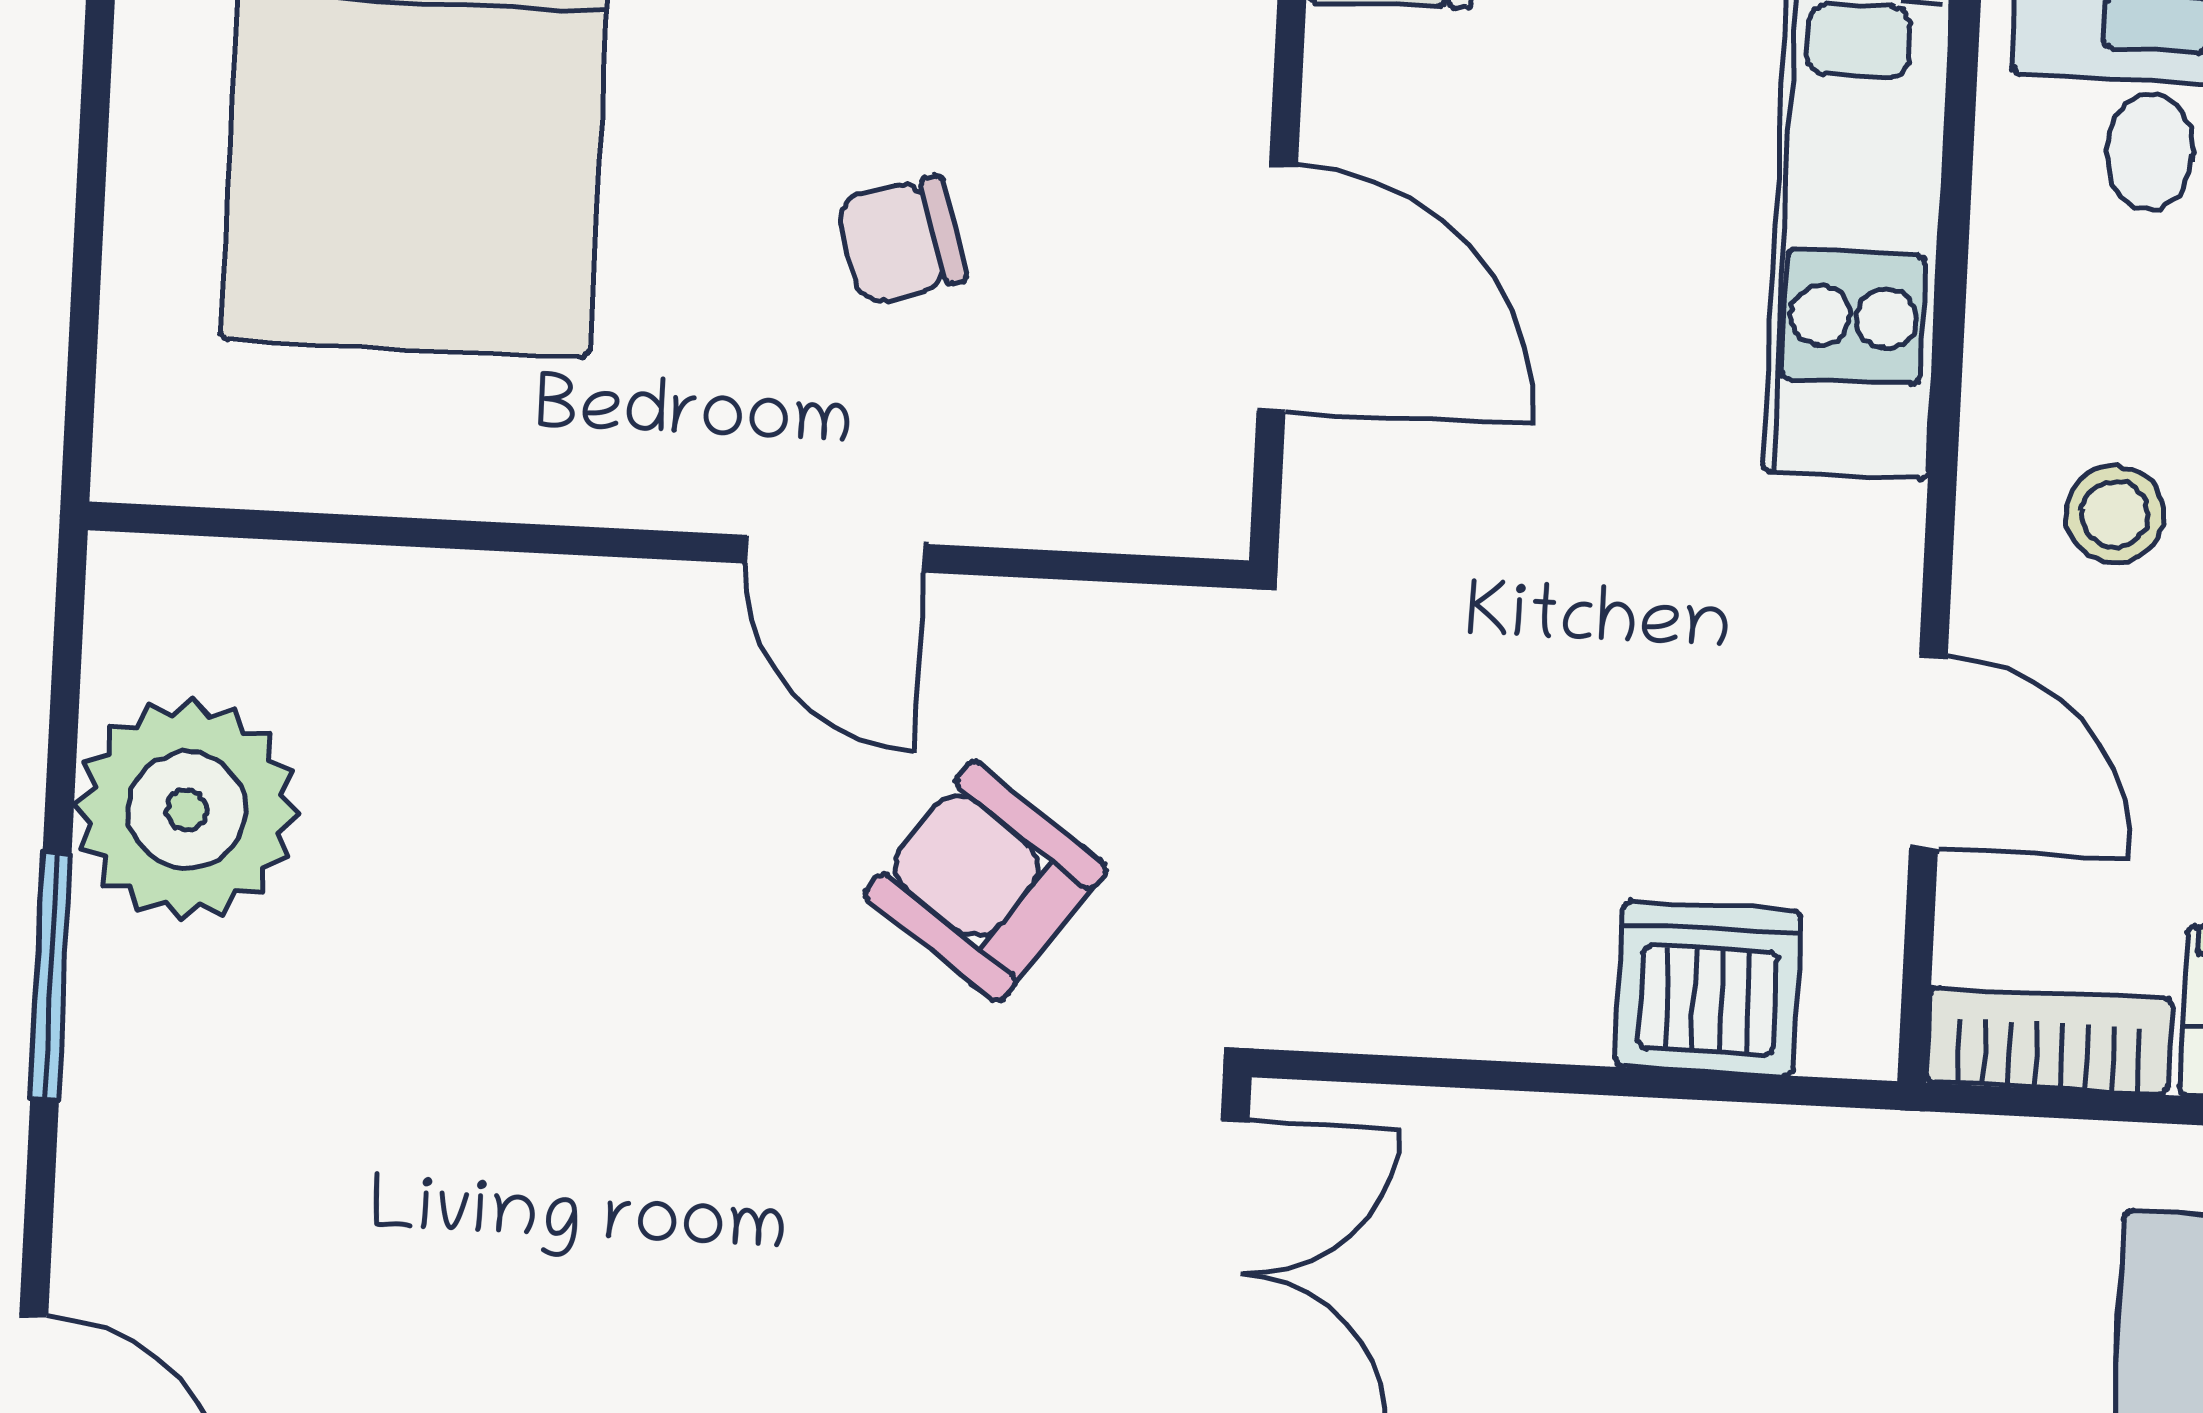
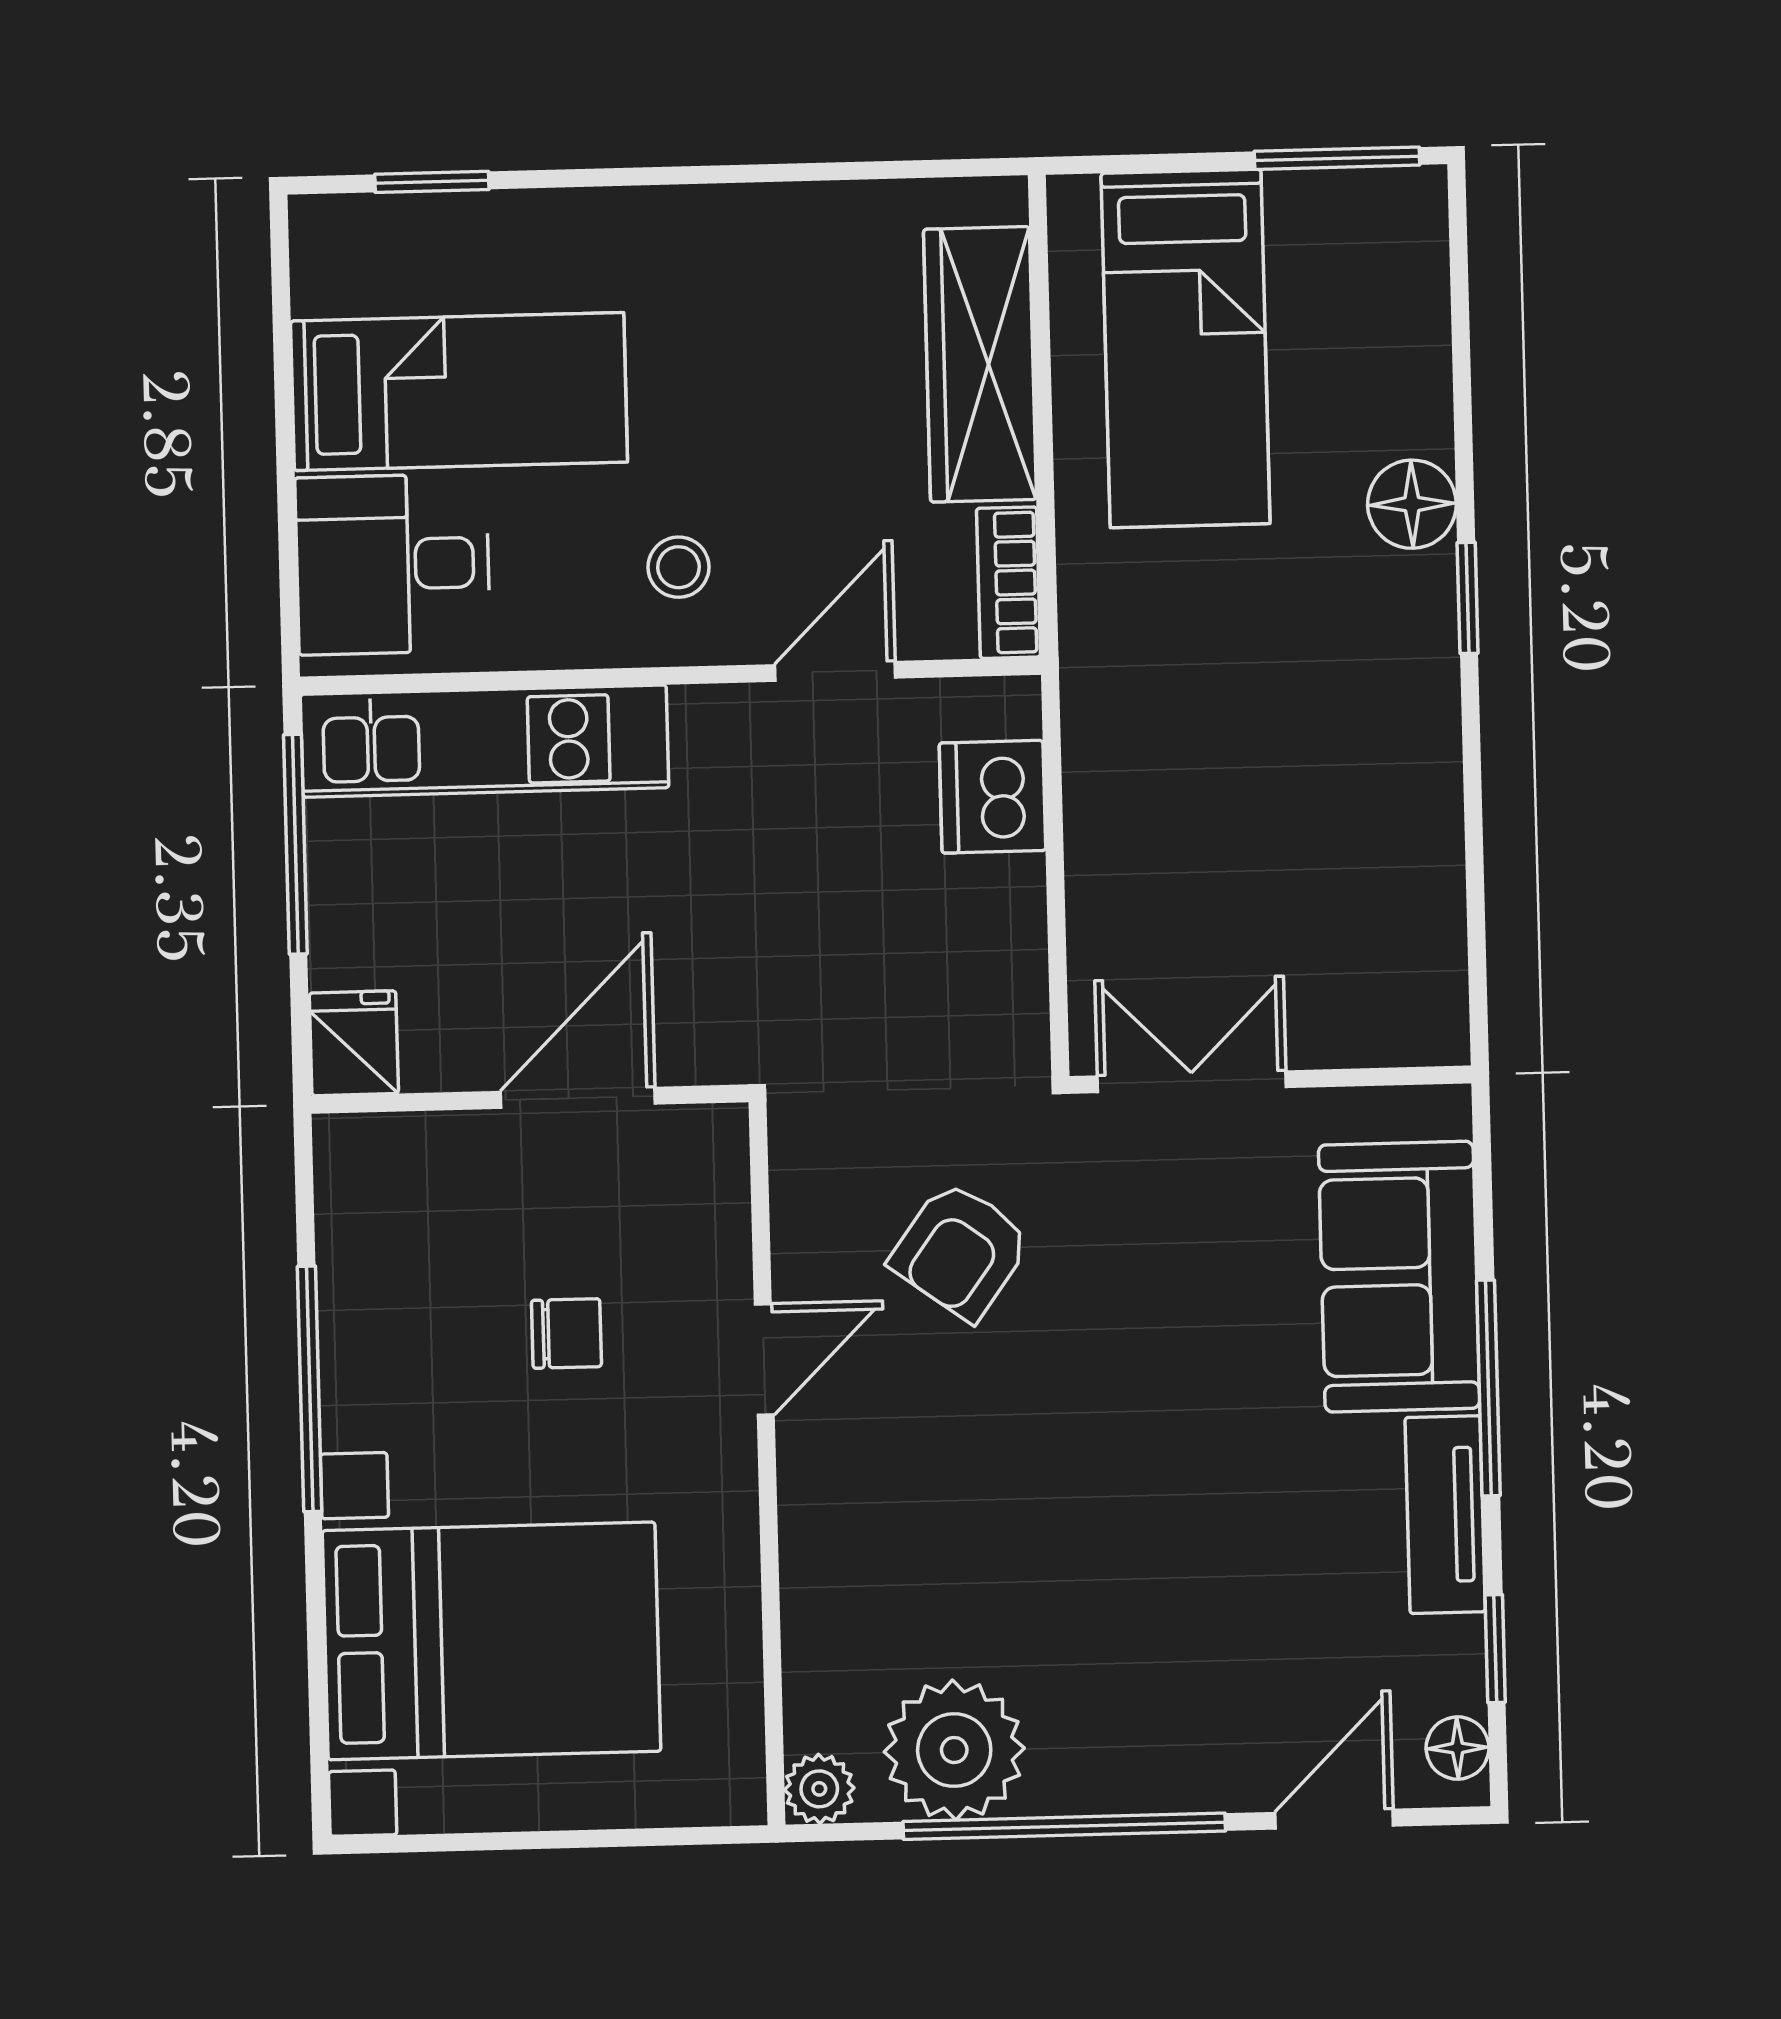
chair: (901, 240) -> (566, 1333), turned -73
plant: (141, 589) -> (819, 1789), added
window: (51, 977) -> (1064, 1826), width x2.11

